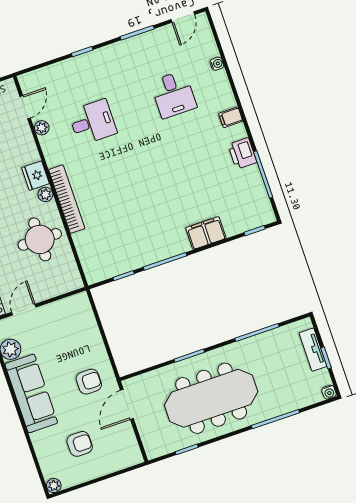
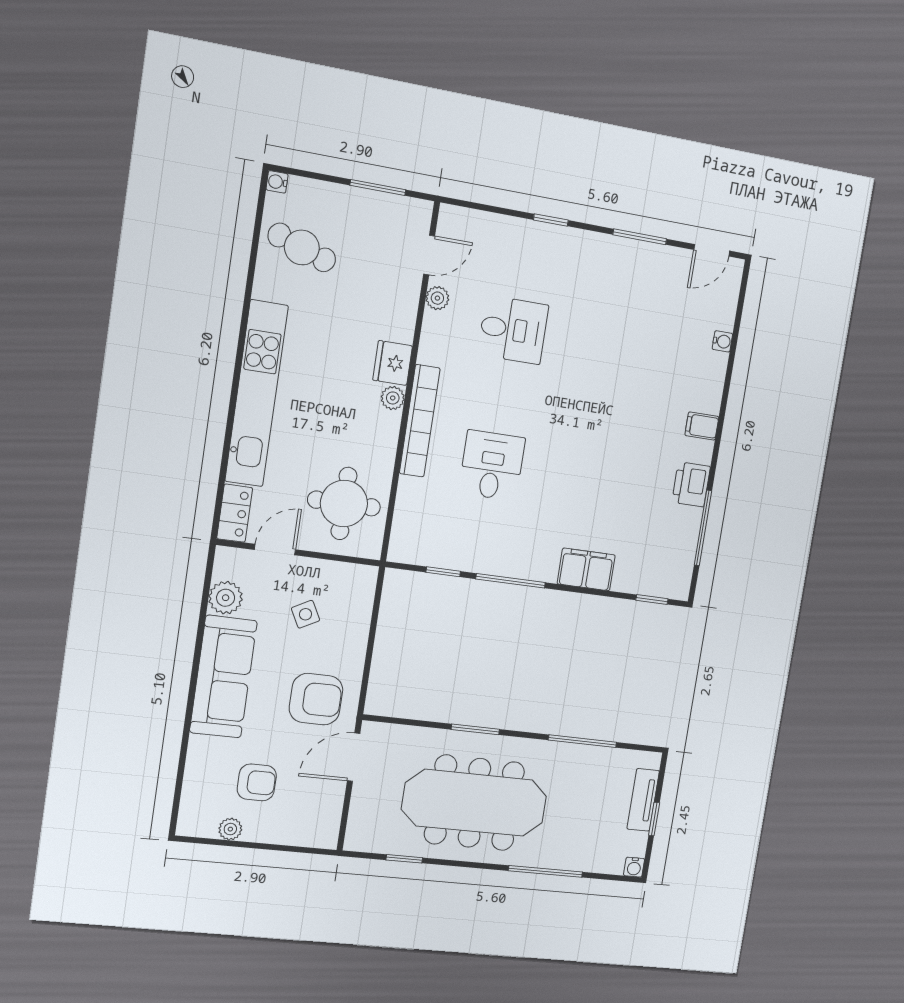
desk: (173, 94) -> (492, 465), moved, turned 180
round table: (40, 239) -> (344, 503), moved
side table: (59, 337) -> (306, 614), added
armchair: (89, 382) -> (316, 699), width x1.38, depth x1.38
plant: (54, 485) -> (230, 829), moved

